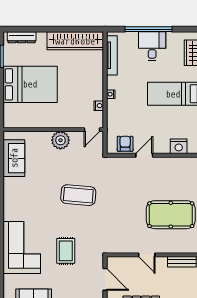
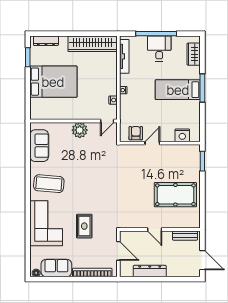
coffee table: (78, 195) -> (49, 184), moved

